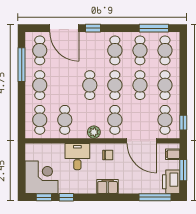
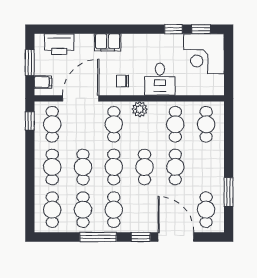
window: (154, 28) -> (98, 237), moved
window: (22, 65) -> (229, 192), width x0.69
cafe table: (40, 85) -> (175, 167), moved
door: (142, 141) -> (81, 98), hinge flipped
printer: (171, 182) -> (59, 44), moved, turned 90
filing cabinet: (108, 186) -> (108, 42), moved
window: (155, 197) -> (64, 29), removed

